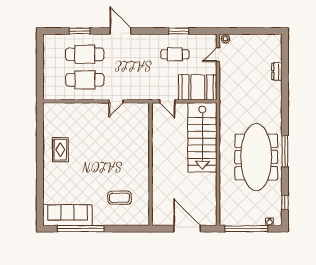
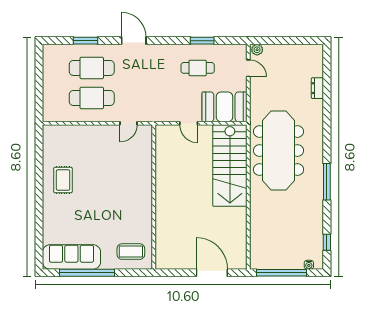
door: (218, 55) -> (248, 68), swing flipped
meeting table: (256, 157) -> (278, 151), moved
wall: (151, 164) -> (154, 197), moved
coffee table: (120, 198) -> (131, 252), moved

